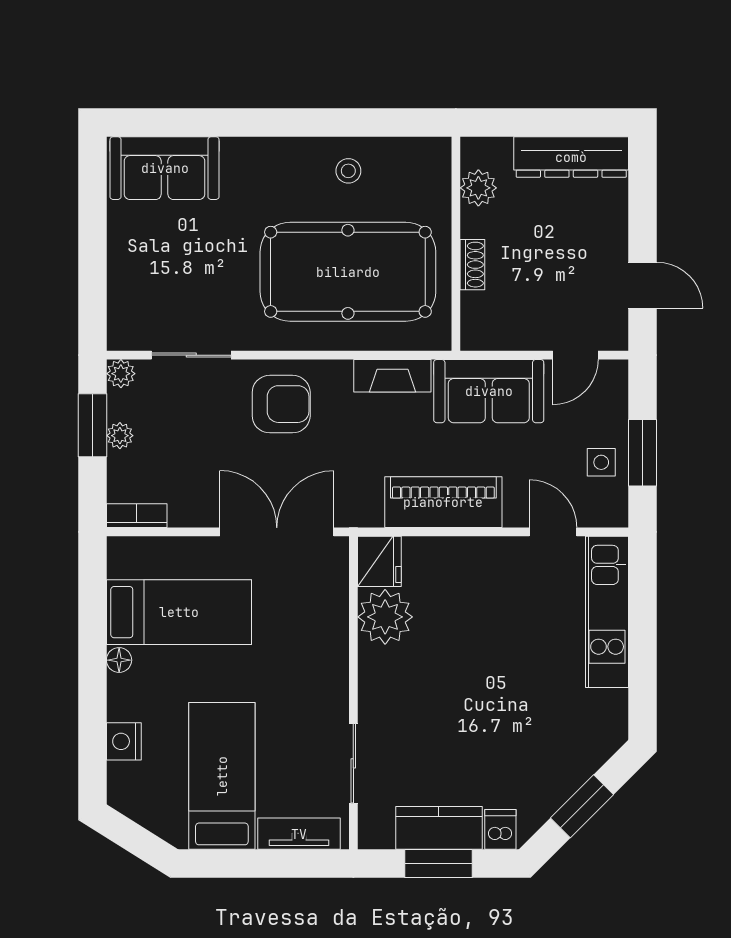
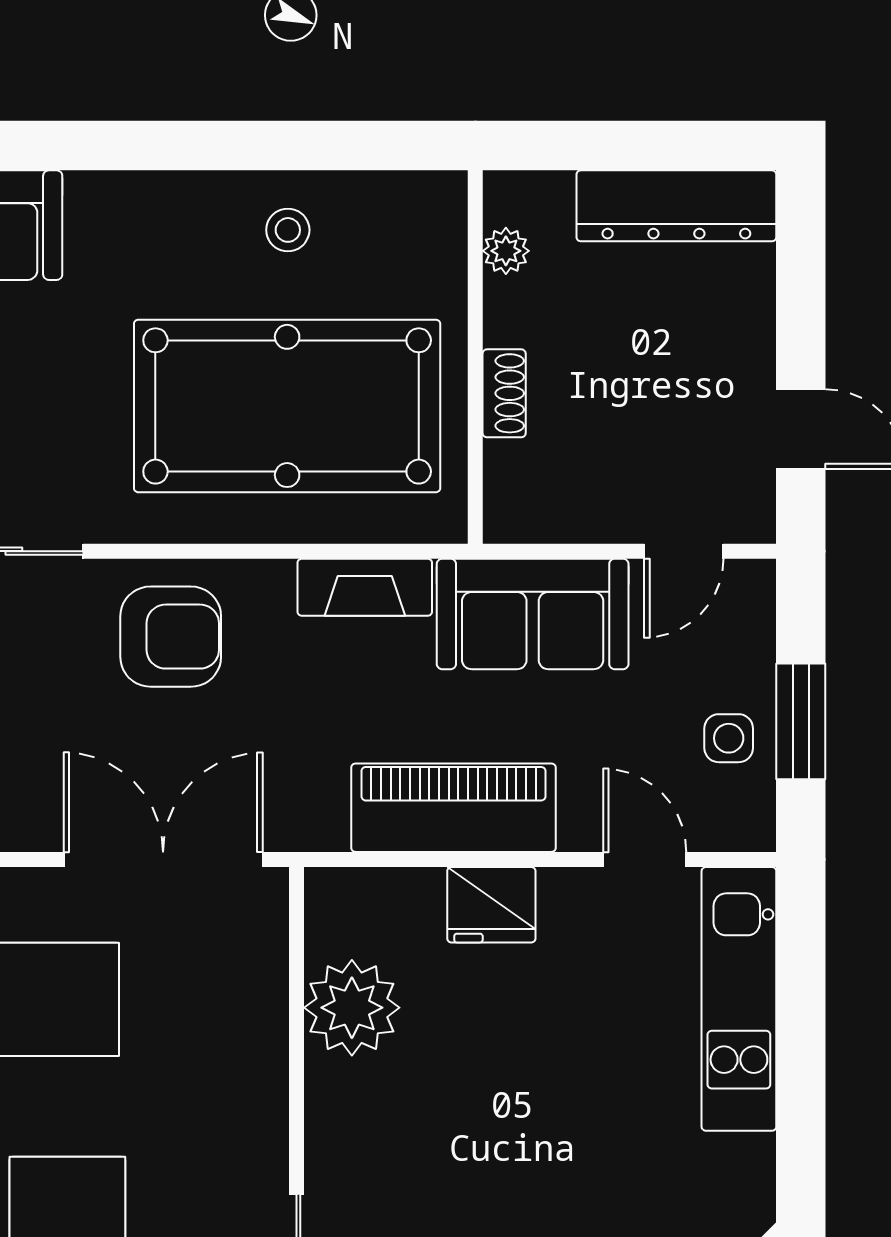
plant: (478, 188) -> (506, 251), width x0.73, depth x0.73
fridge: (379, 561) -> (491, 905), moved, turned 90

